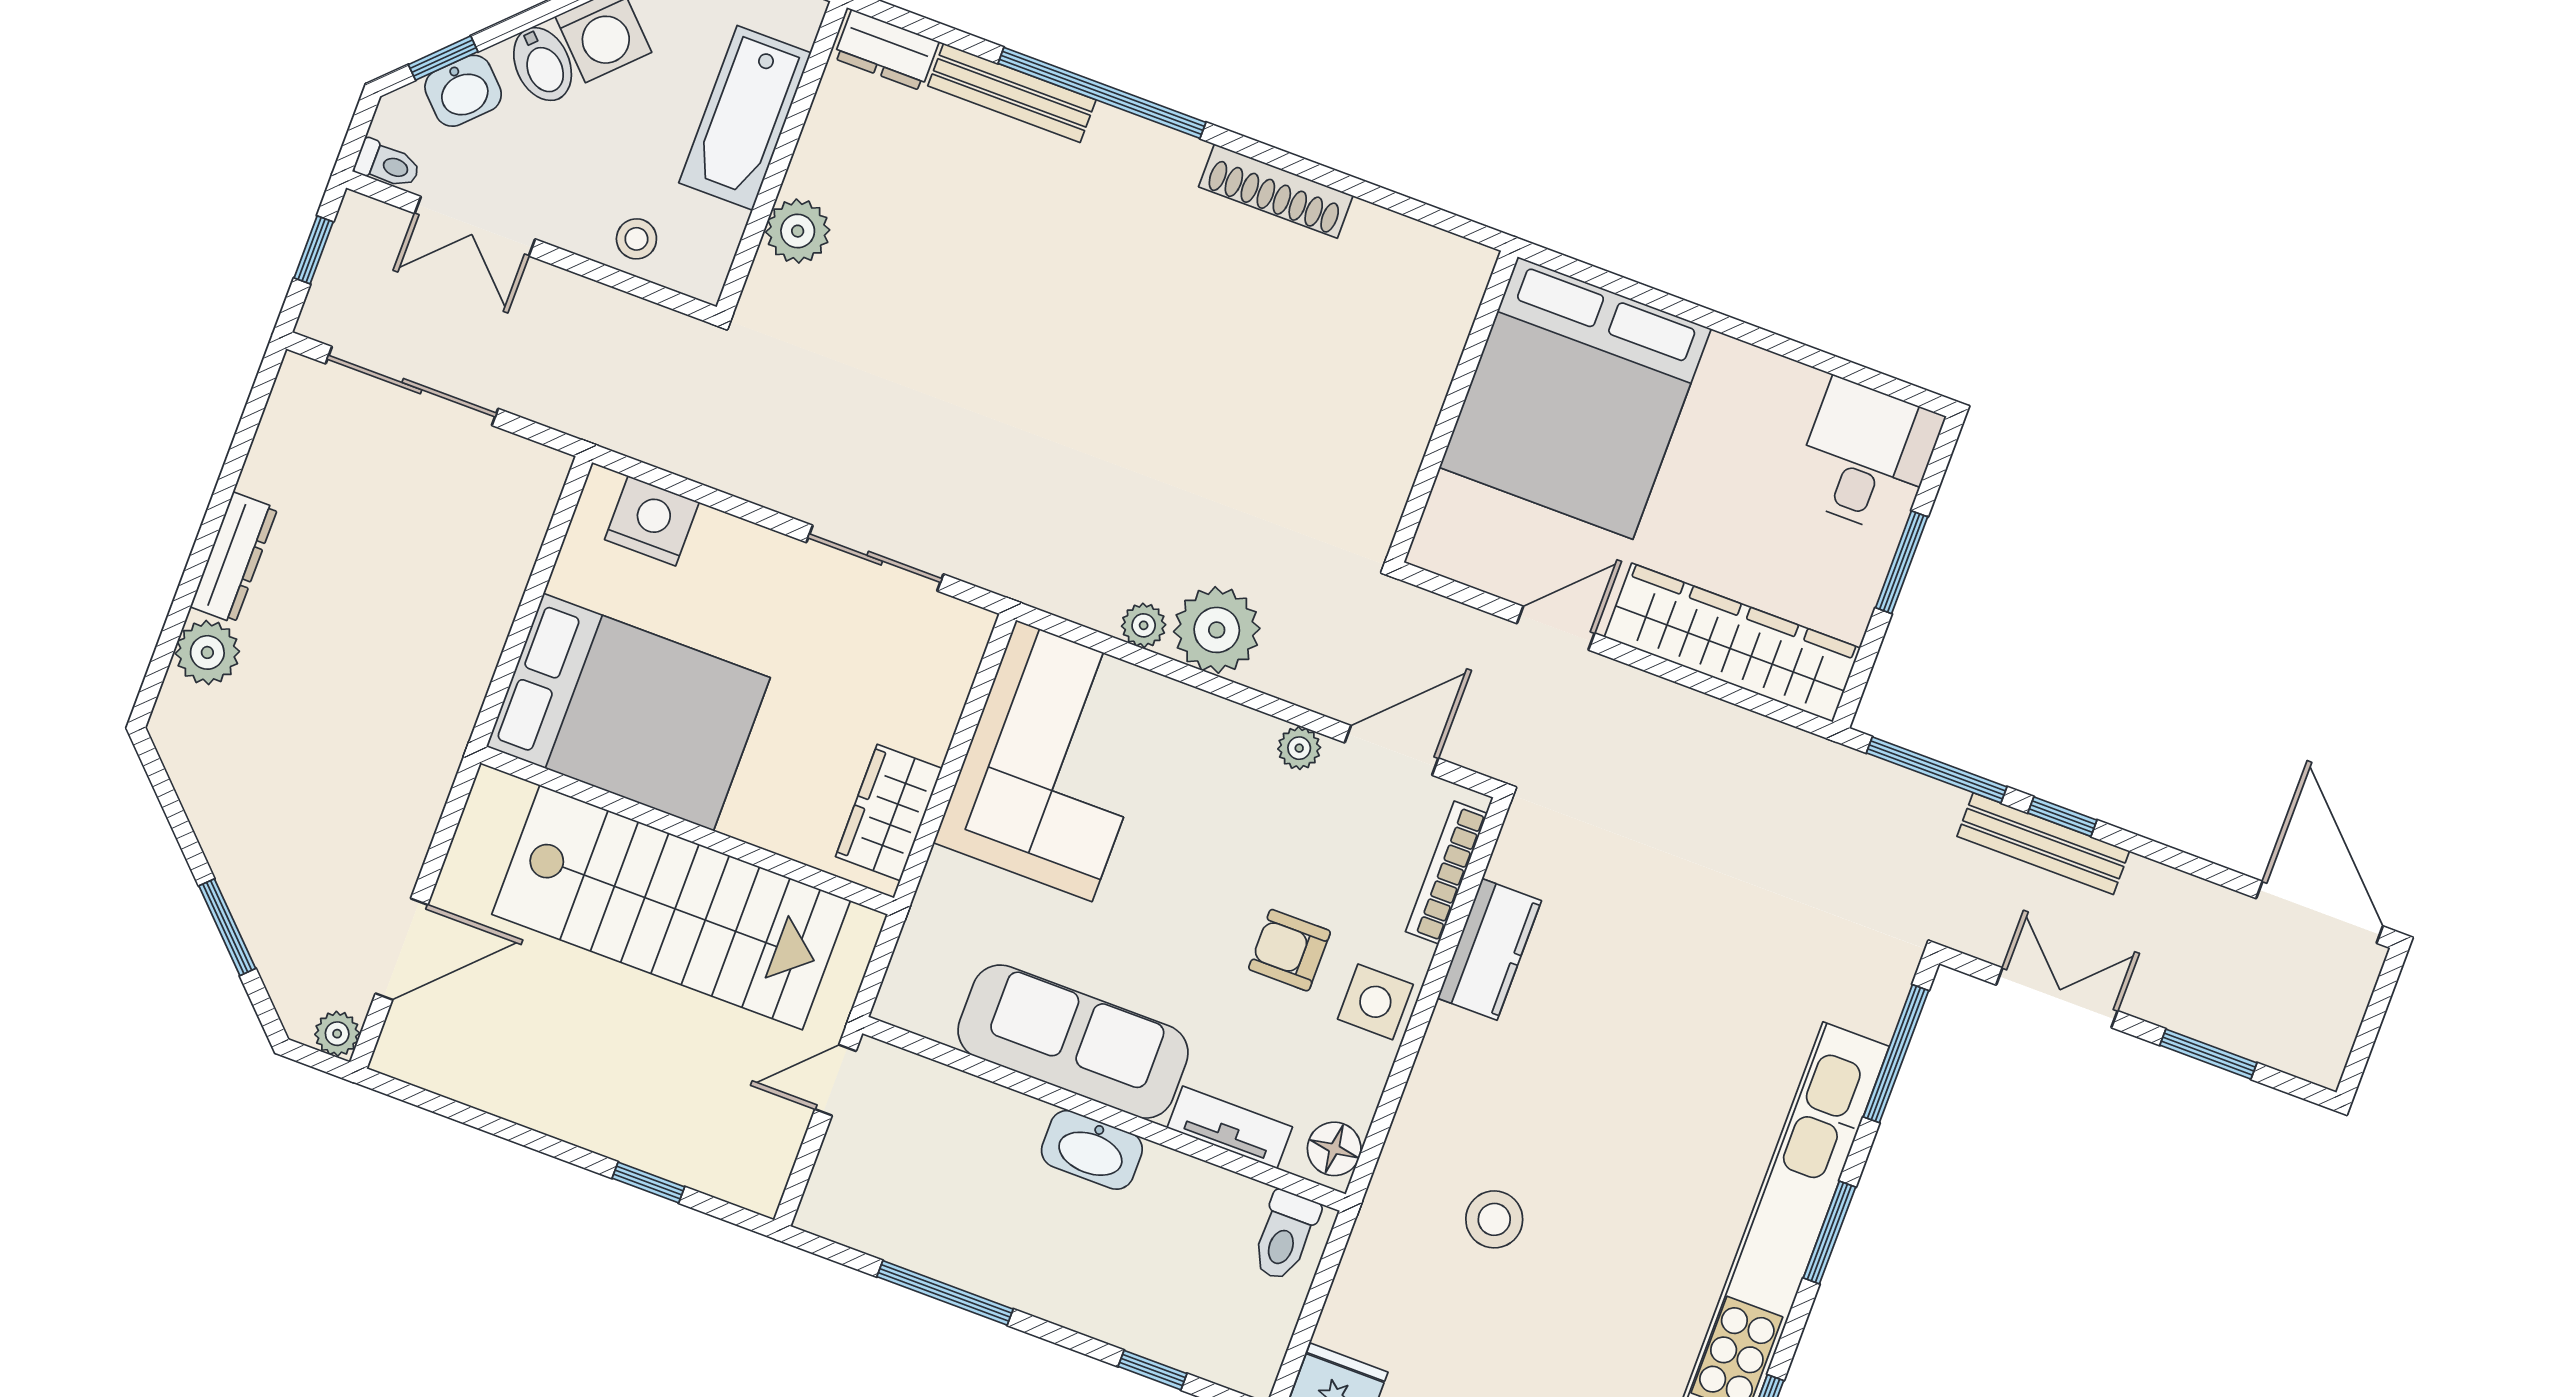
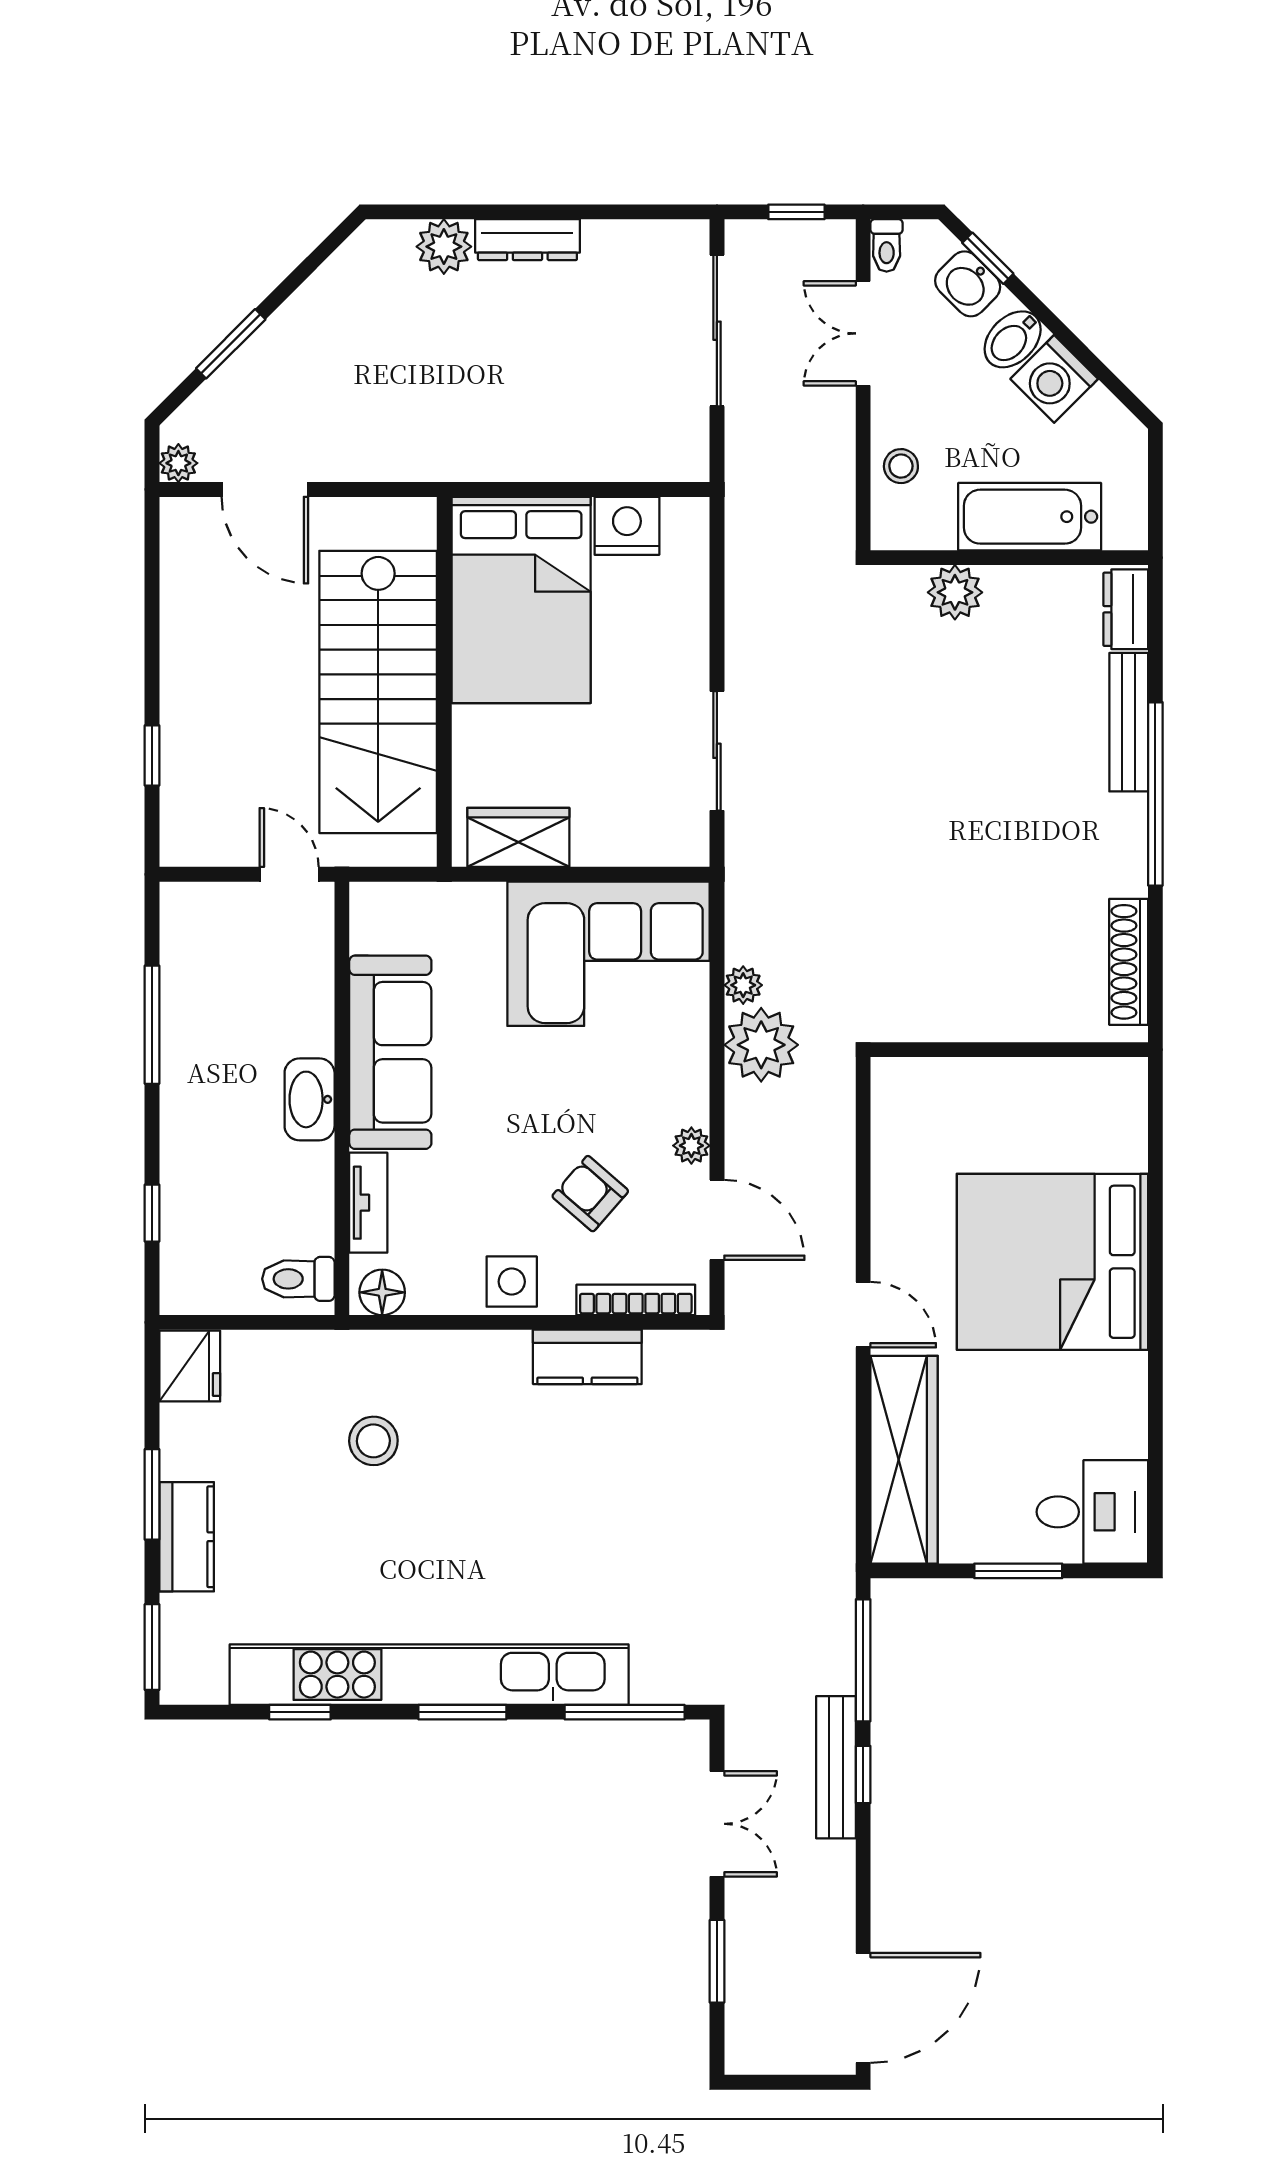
wall: (1452, 407) -> (1009, 1050), moved
nightstand: (652, 521) -> (627, 526), moved, turned -90
armchair: (1289, 950) -> (590, 1194), moved, turned -49

